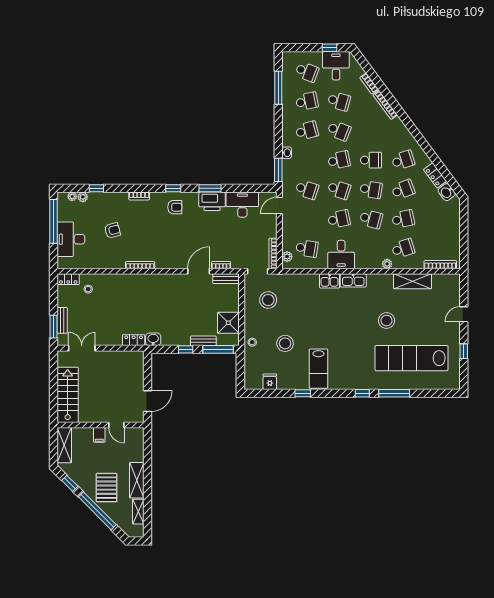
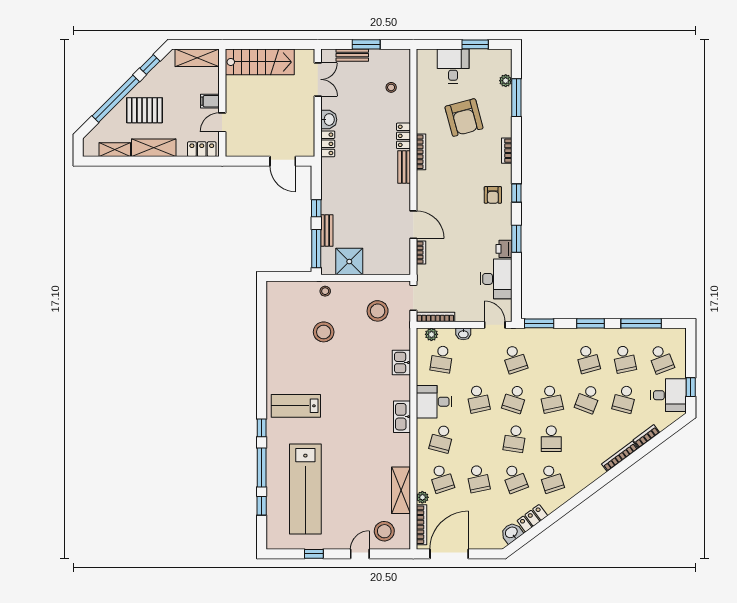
school desk: (307, 72) -> (661, 359), turned -42
window: (278, 129) -> (590, 323), added
washbasin: (287, 153) -> (463, 334), moved
window: (96, 188) -> (516, 98), width x2.17
school desk: (307, 190) -> (515, 359), turned -36
plant: (72, 196) -> (506, 68), removed
printer: (212, 201) -> (504, 249), width x0.53, depth x0.68
school desk: (371, 219) -> (442, 439), moved
window: (54, 221) -> (475, 44), width x0.47
armchair: (112, 230) -> (464, 118), width x1.88, depth x1.88
desk: (71, 239) -> (453, 66), width x0.73
door: (464, 242) -> (449, 554), added
plant: (387, 264) -> (422, 497), moved
locker: (68, 279) -> (403, 136), moved
bench: (226, 279) -> (404, 167), moved
kitchen sink: (330, 281) -> (401, 363), moved
door: (464, 314) -> (360, 554), hinge flipped
stool: (387, 320) -> (384, 531), moved
window: (54, 327) -> (366, 44), moved
washbasin: (153, 339) -> (329, 120), moved
lab bench: (411, 358) -> (305, 489), turned 180
lab bench: (318, 369) -> (296, 406), moved
fridge: (270, 382) -> (276, 313), removed
window: (303, 393) -> (262, 506), moved
door: (148, 401) -> (283, 161), moved
locker: (138, 442) -> (202, 149), added

